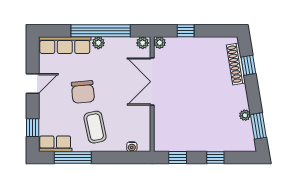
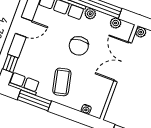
plant: (143, 43) -> (116, 23), moved
chair: (83, 92) -> (79, 46), moved

